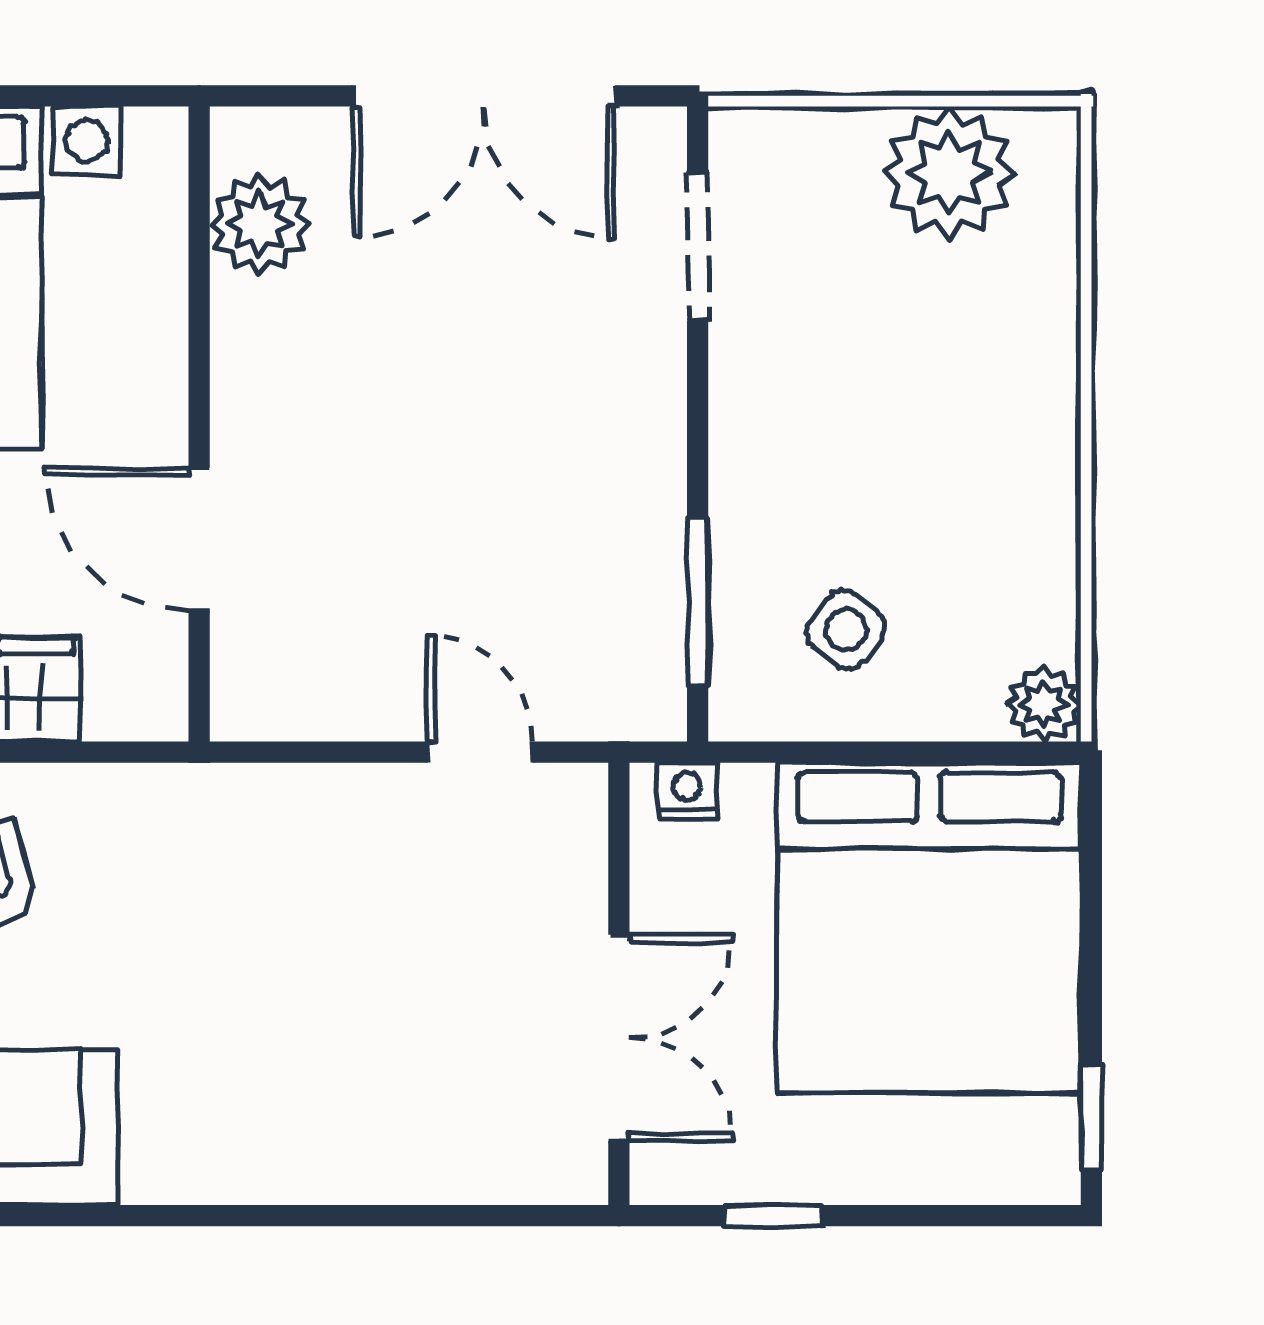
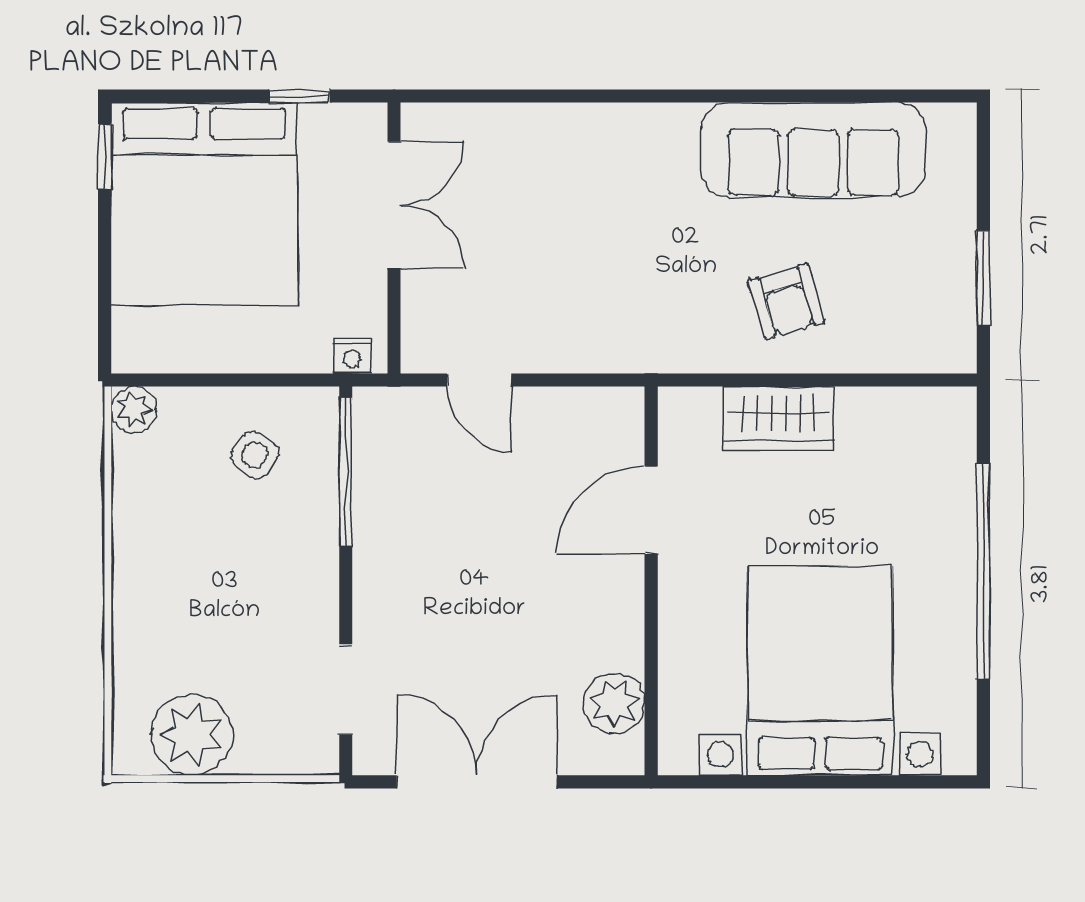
door: (199, 539) -> (651, 510), swing flipped
window: (698, 602) -> (346, 472), width x1.44
bed: (929, 928) -> (204, 204), moved, turned 180
double door: (619, 1038) -> (394, 205), swing flipped

